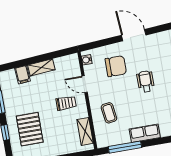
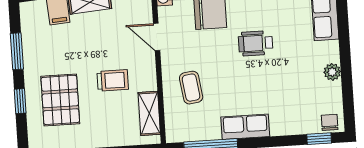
wheelchair: (146, 81) -> (256, 43), turned -90
trolley: (66, 103) -> (113, 80), moved

